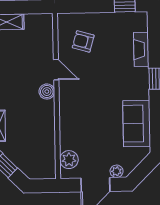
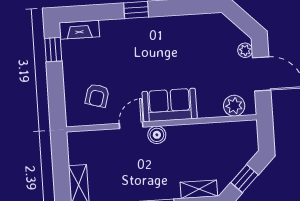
fireplace: (141, 49) -> (79, 30), moved
sofa: (137, 124) -> (170, 105), moved, turned 180

